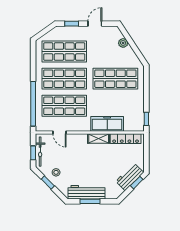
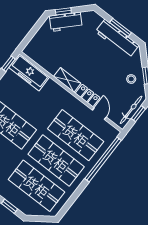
freezer: (107, 124) -> (29, 72), moved
locker: (126, 139) -> (88, 95), moved, width x0.66

